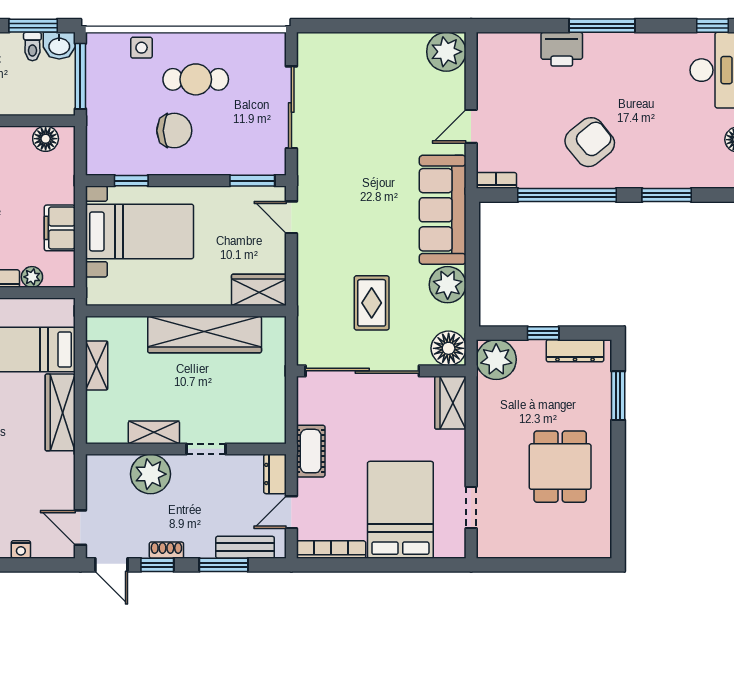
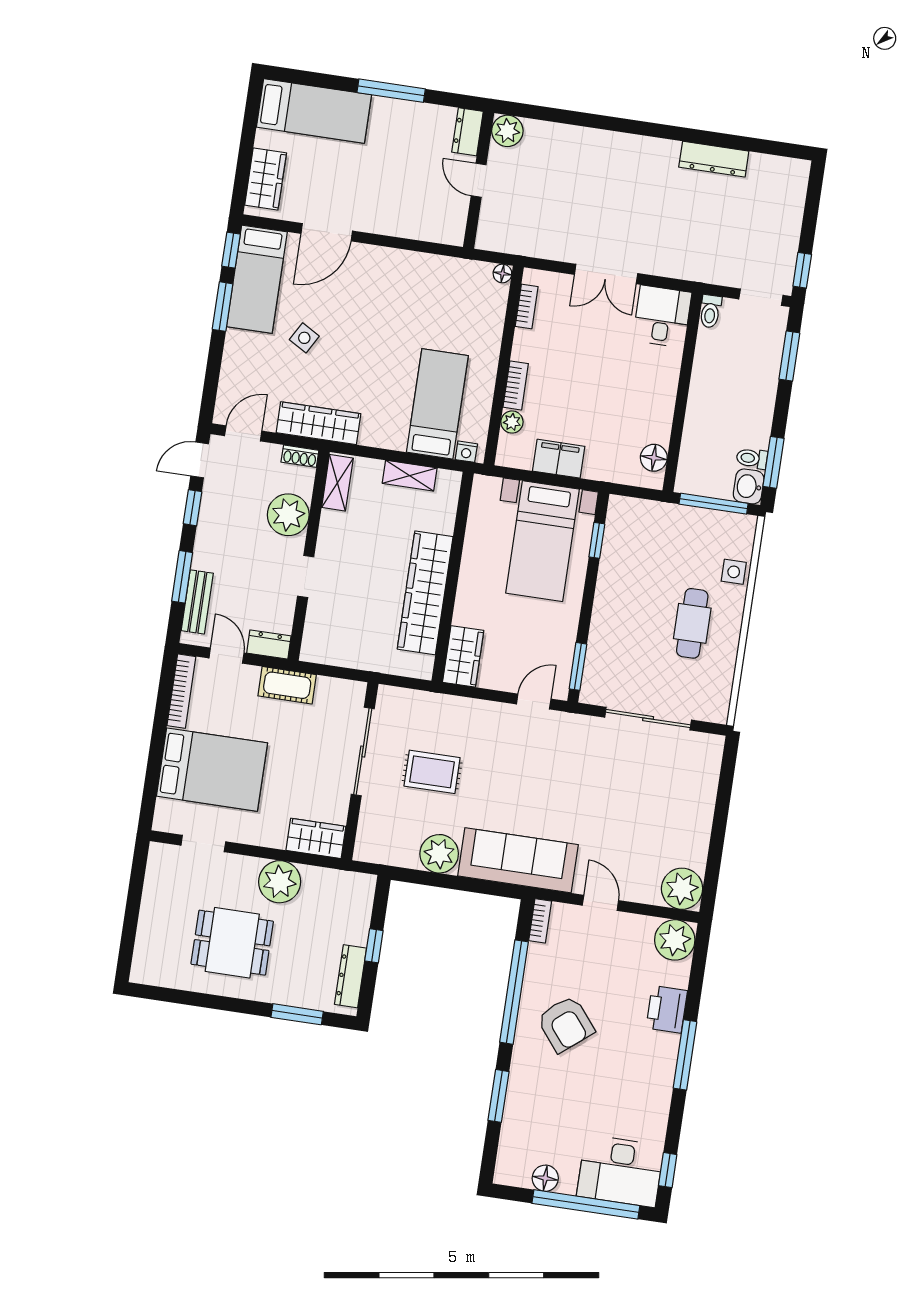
plant: (495, 51) -> (675, 940), added
chair: (174, 131) -> (642, 593), removed
floor lamp: (449, 348) -> (373, 845), removed
plant: (496, 360) -> (280, 882), moved
sliding door: (362, 371) -> (363, 752), width x0.73
wardrobe: (60, 412) -> (318, 423), moved
shelving: (154, 432) -> (337, 483), moved
nightstand: (21, 549) -> (466, 452), moved, turned -90
shoe rack: (166, 550) -> (300, 456), moved, turned 90

